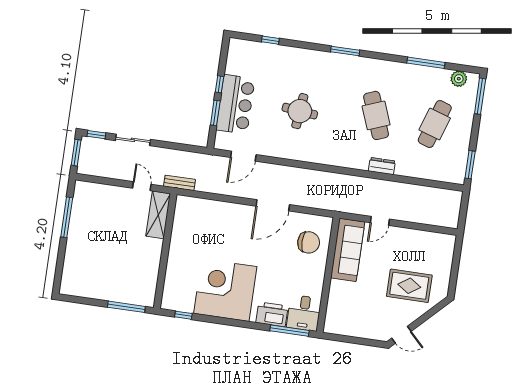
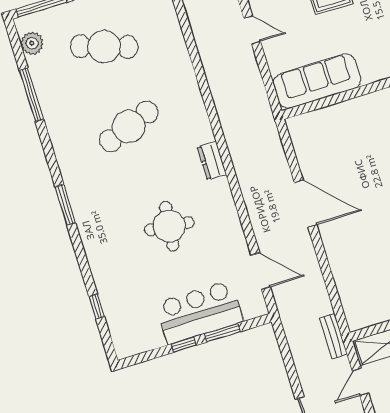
dresser: (382, 166) -> (212, 161), moved
door: (380, 221) -> (252, 30), moved
chair: (309, 242) -> (331, 136), removed

